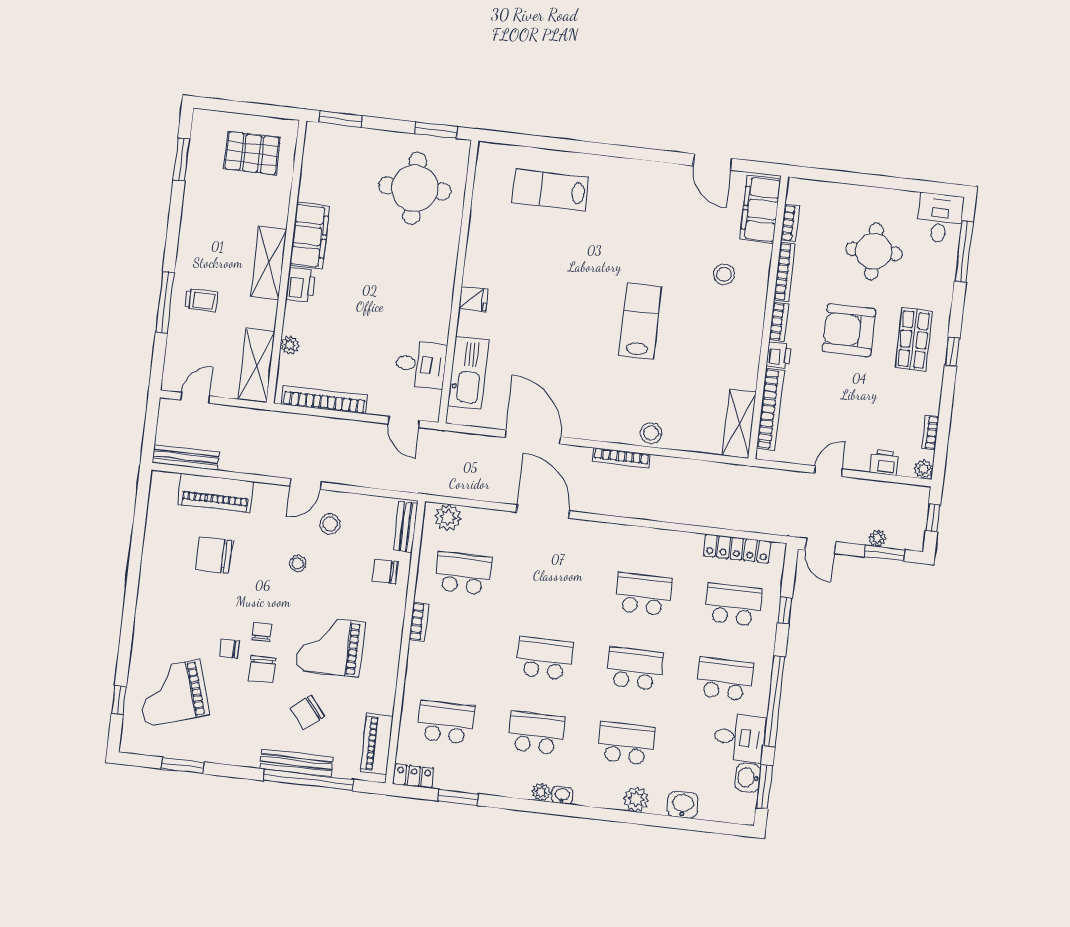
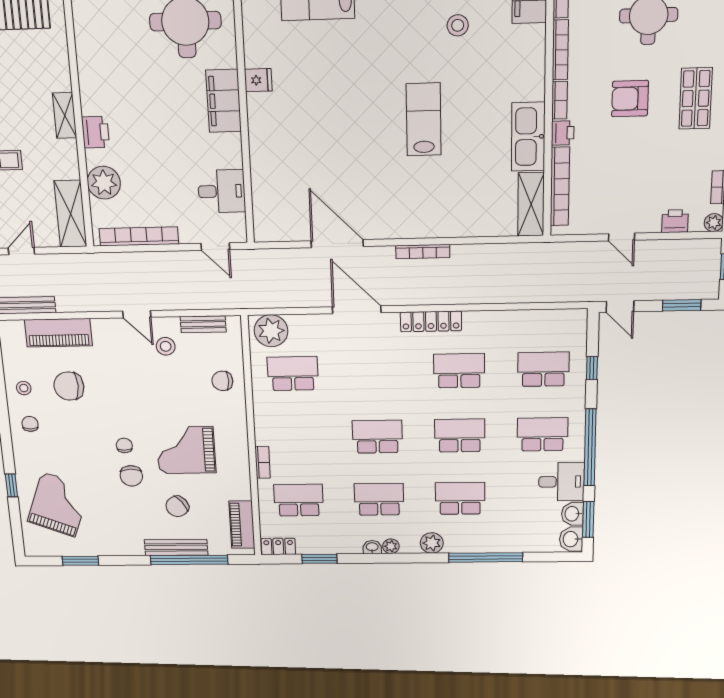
filing cabinet: (310, 236) -> (224, 101), moved, turned 180
shelving: (269, 263) -> (65, 115), width x0.67, depth x0.75
stool: (724, 274) -> (458, 25), moved
fridge: (473, 299) -> (258, 80), moved
armchair: (849, 330) -> (630, 99), width x0.73, depth x0.73
plant: (290, 345) -> (104, 183), width x1.88, depth x1.88
kitchen sink: (468, 373) -> (528, 137), moved, turned 180
stool: (651, 433) -> (448, 225), removed
door: (828, 471) -> (621, 237), swing flipped
door: (306, 484) -> (137, 314), hinge flipped
plant: (448, 517) -> (271, 331), width x1.36, depth x1.36
bench: (406, 527) -> (203, 324), moved, turned 90
plant: (877, 538) -> (674, 292), removed
locker: (737, 549) -> (431, 321), moved
stool: (298, 564) -> (24, 388), moved
bookcase: (419, 622) -> (263, 462), moved
chair: (229, 649) -> (30, 424), moved, turned 90
grand piano: (172, 693) -> (59, 504), turned 128
window: (119, 700) -> (11, 485), moved
washbasin: (562, 795) -> (372, 547), moved
plant: (636, 799) -> (432, 543), moved
washbasin: (683, 805) -> (571, 539), moved, turned -90
window: (646, 819) -> (486, 557), added

